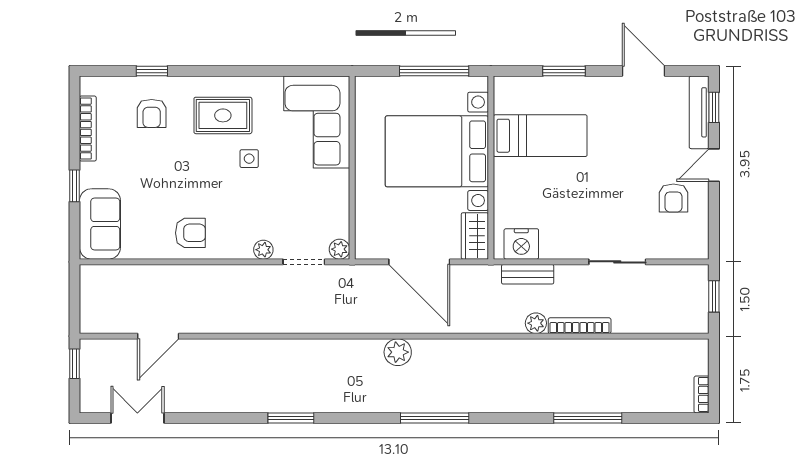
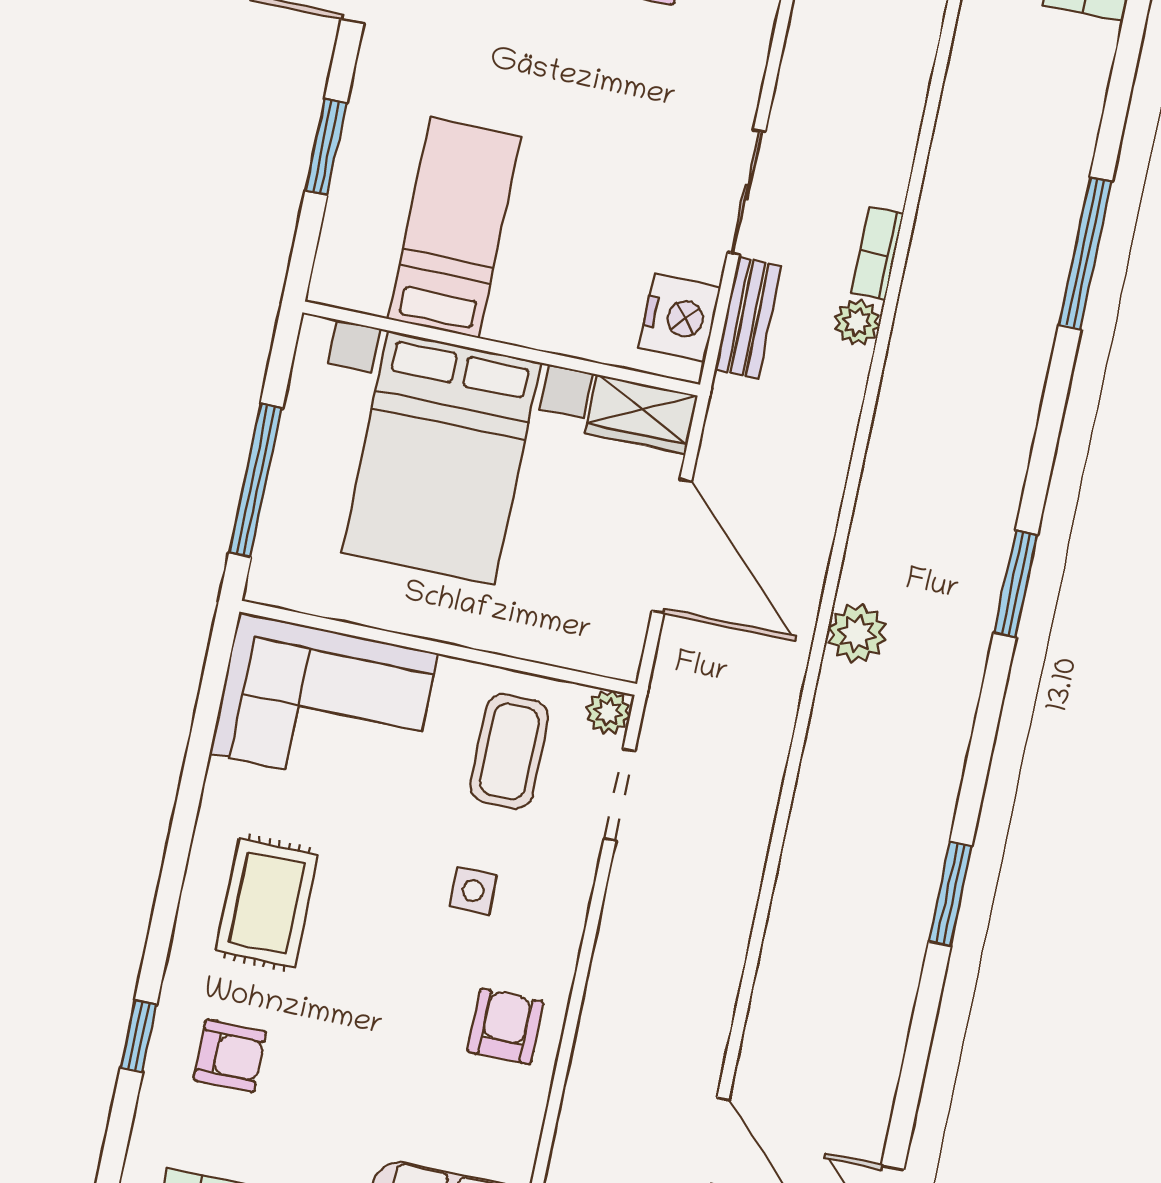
window: (434, 71) -> (256, 480), moved
side table: (249, 159) -> (473, 891), moved
coffee table: (313, 209) -> (509, 751), added
plant: (263, 250) -> (575, 877), removed
door: (419, 262) -> (672, 546), hinge flipped
sliding door: (617, 262) -> (746, 192), moved
bookcase: (580, 326) -> (877, 253), width x0.64
window: (435, 418) -> (1016, 584), width x0.69

